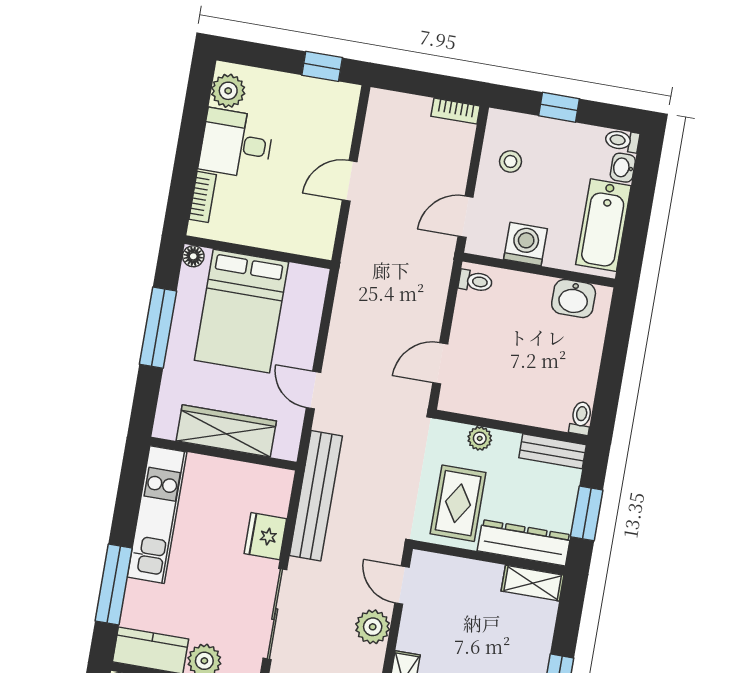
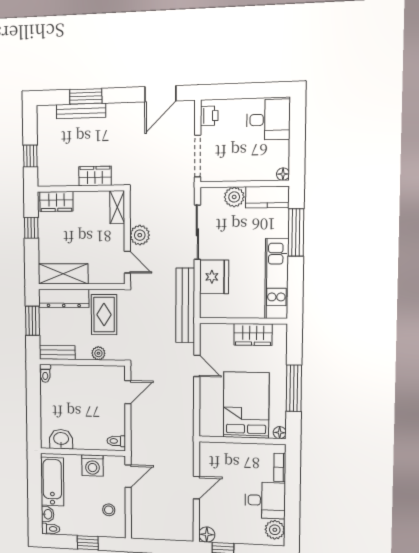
floor lamp: (346, 97) -> (207, 535), added
bookcase: (456, 111) -> (144, 534), removed
wardrobe: (226, 431) -> (253, 335), width x0.67
fridge: (265, 536) -> (214, 277), width x1.36, depth x1.34
shelving: (533, 583) -> (63, 274), width x1.50, depth x1.33

